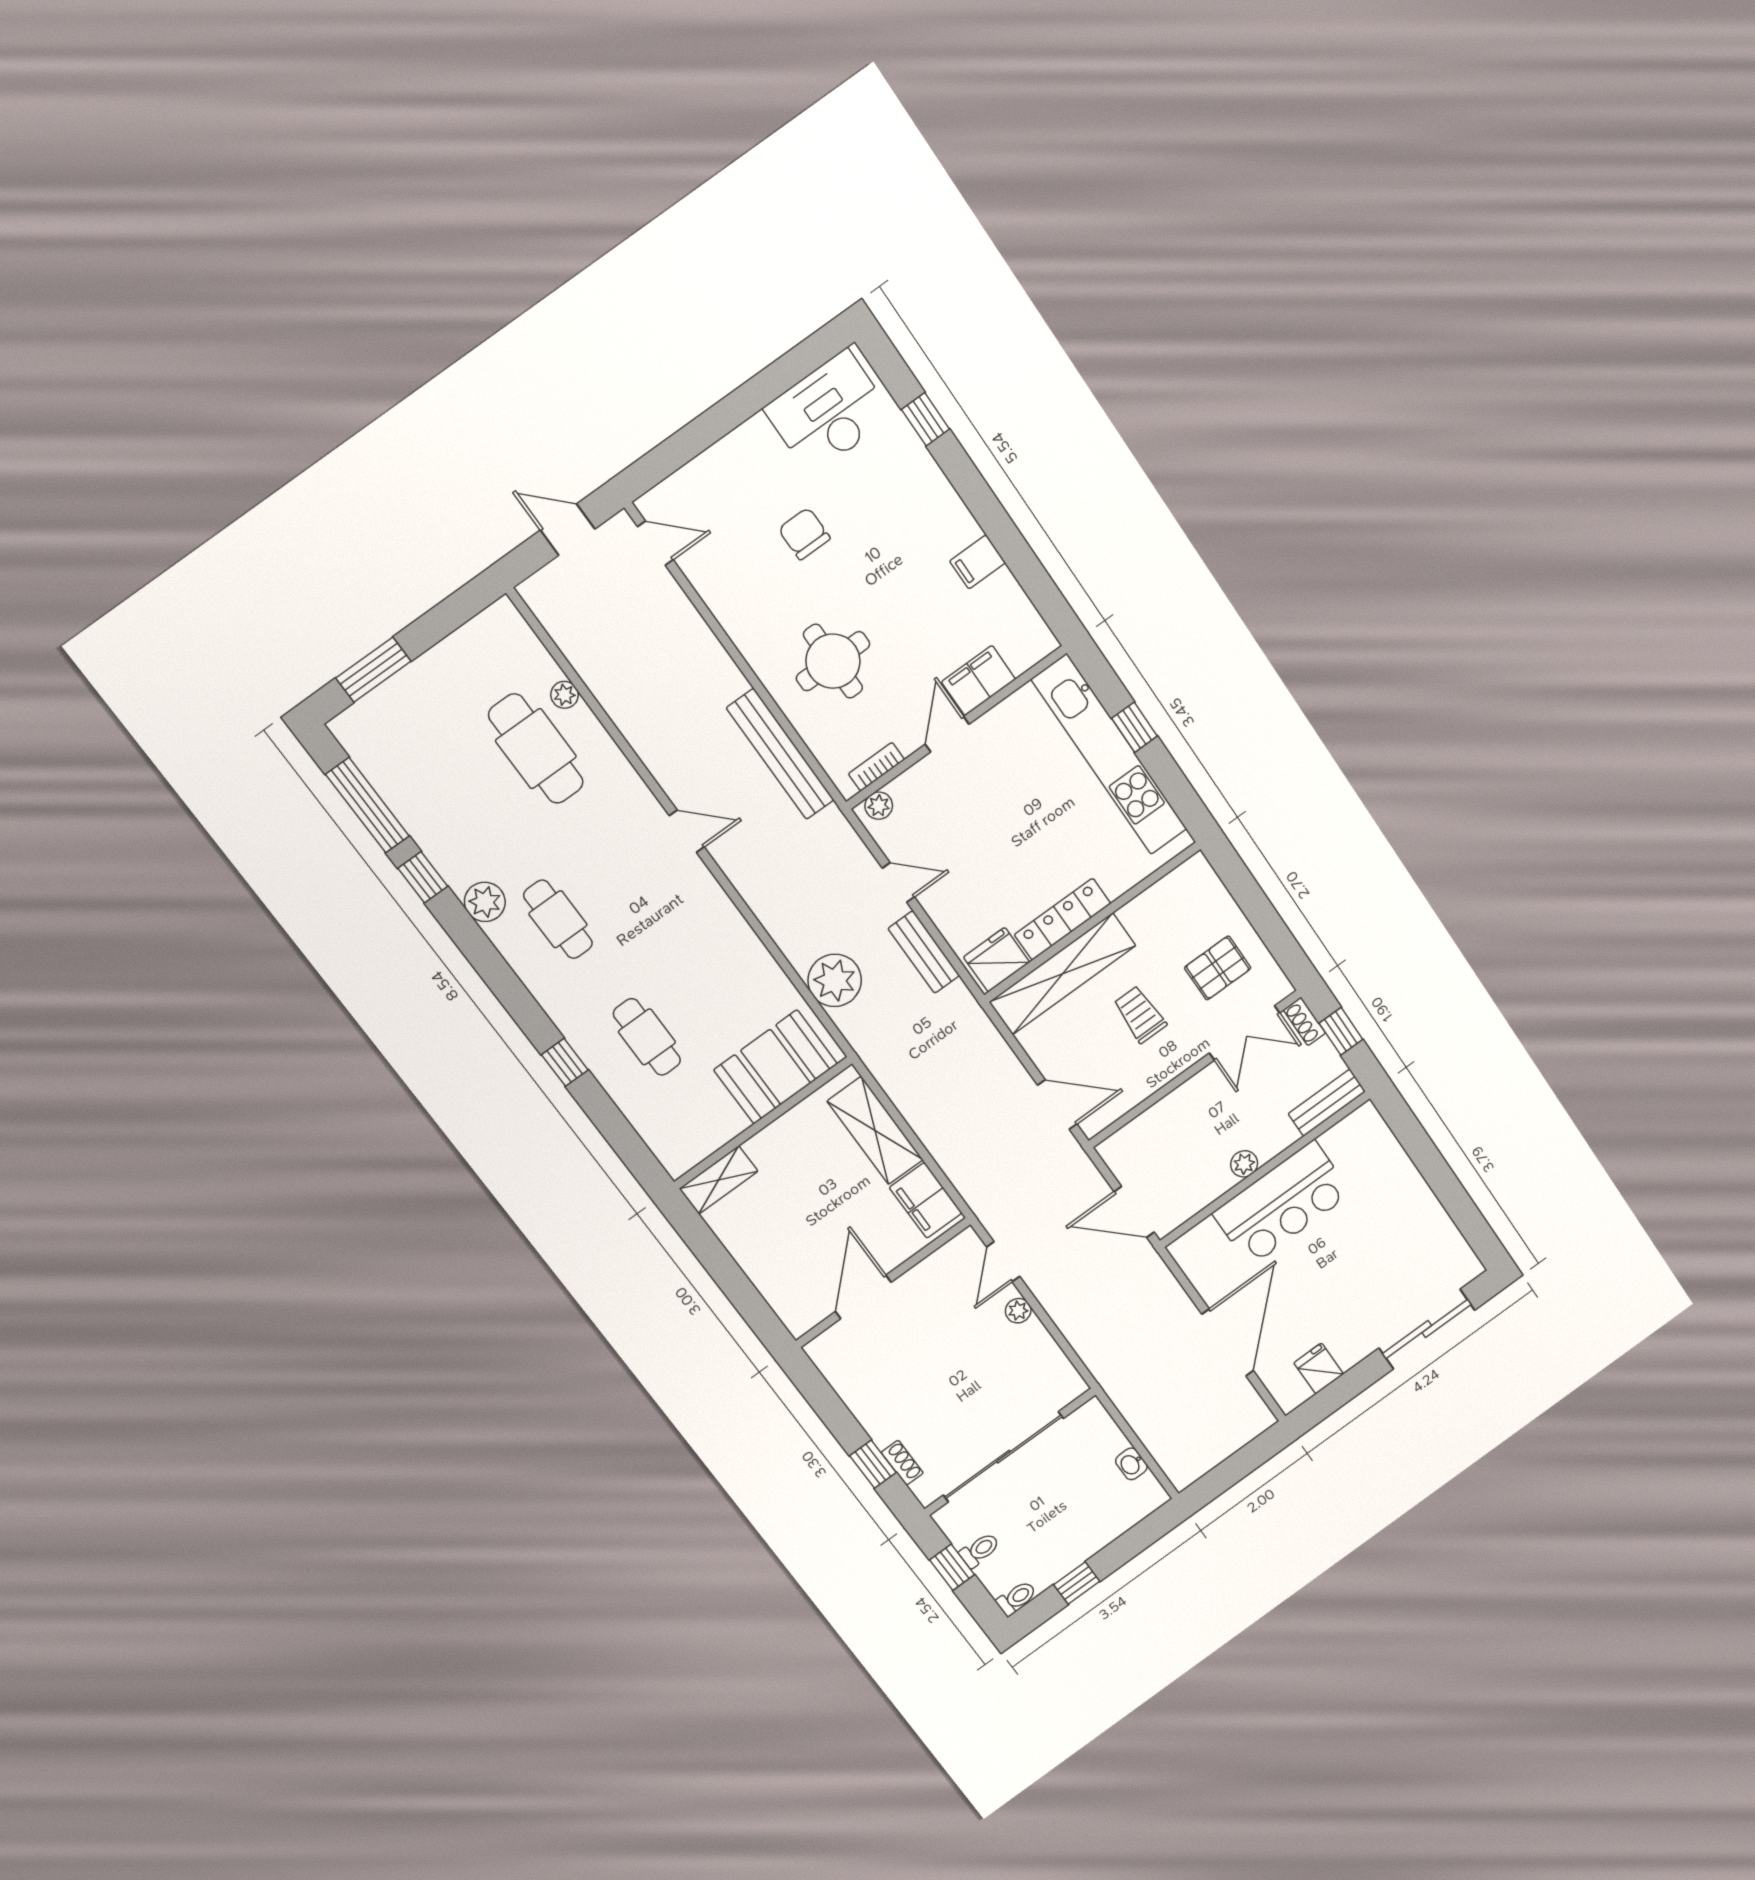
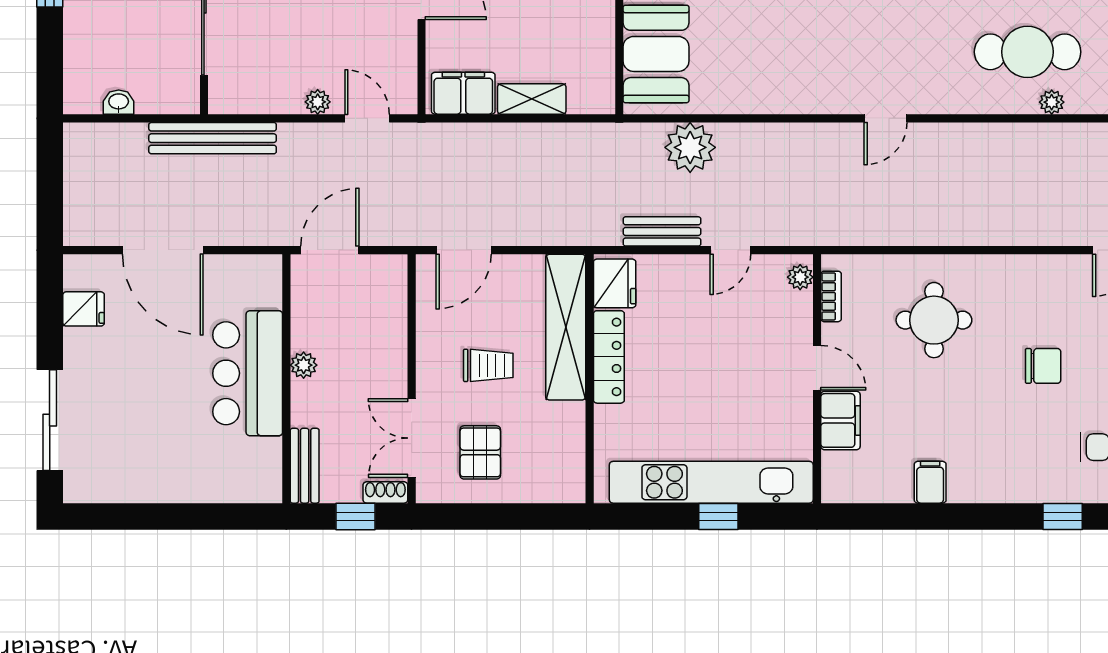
bench: (780, 754) -> (213, 138), moved
shelving: (875, 1131) -> (532, 99), width x0.67, depth x0.75

